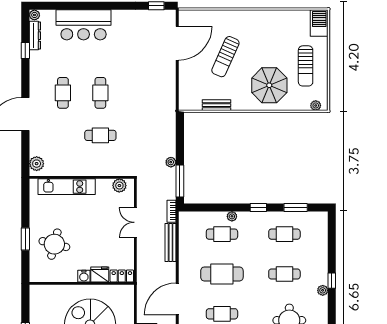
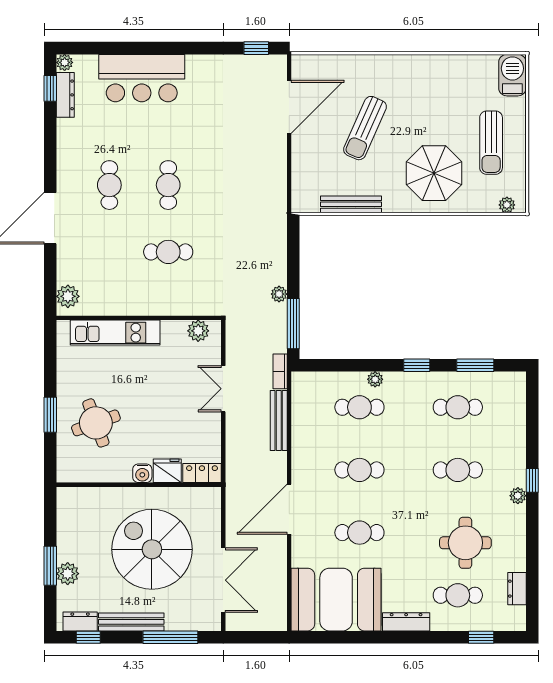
window: (25, 51) -> (50, 88), moved
bench: (217, 105) -> (351, 204), width x1.36
round table: (54, 244) -> (96, 423), turned -34
cafe table: (222, 274) -> (359, 470), width x0.73, depth x0.74

